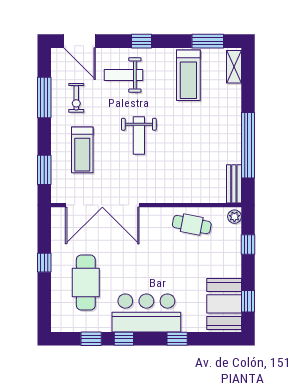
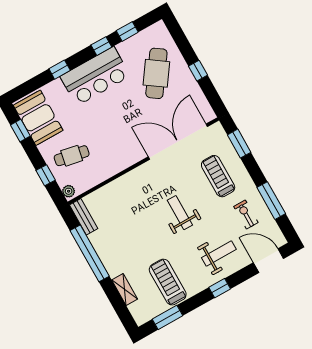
shelving: (234, 67) -> (125, 289), moved
cafe table: (192, 225) -> (72, 156), moved
cafe table: (86, 283) -> (156, 73), turned 35

